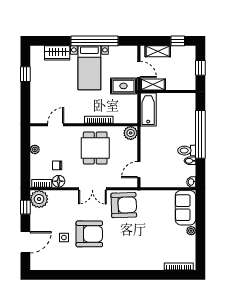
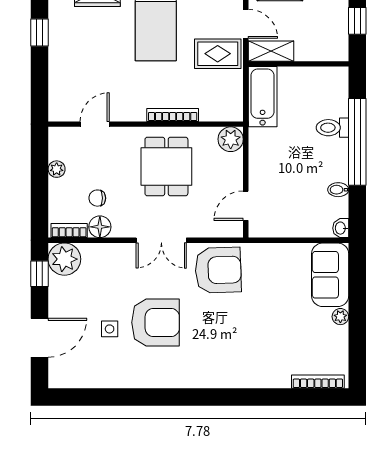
toilet: (187, 151) -> (332, 128), moved

